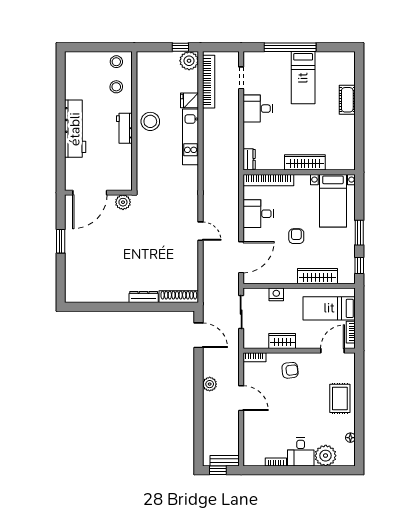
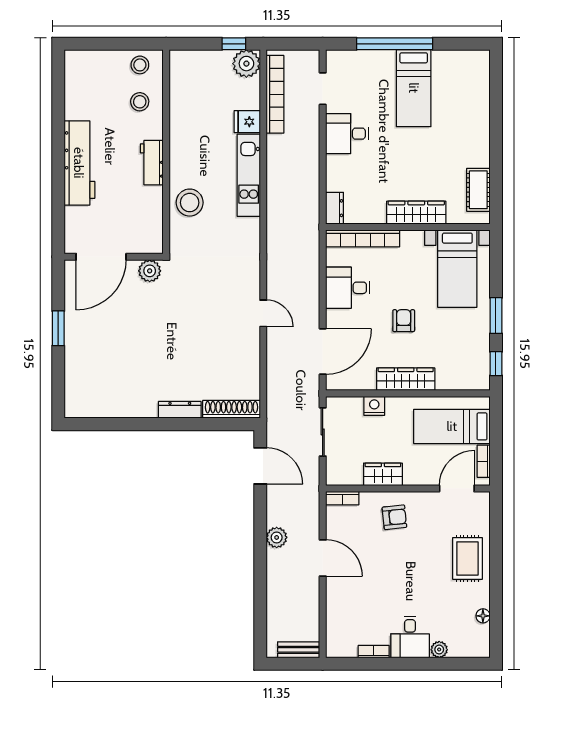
cot: (347, 100) -> (478, 190), moved
stool: (150, 121) -> (190, 203), moved
wardrobe: (318, 276) -> (406, 379), moved
plant: (326, 456) -> (439, 650), width x0.53, depth x0.53
window: (218, 470) -> (289, 664), removed

